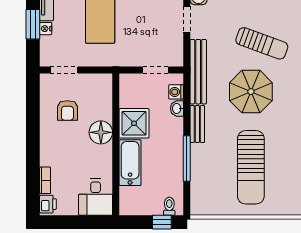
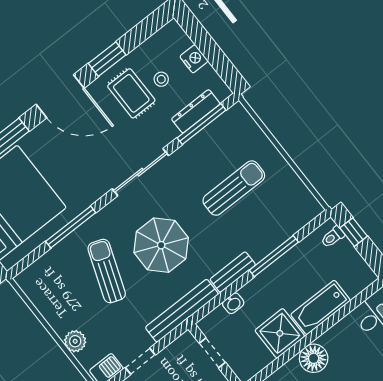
washing machine: (176, 92) -> (218, 317), removed
sun lounger: (251, 167) -> (234, 188), width x0.73, depth x0.75

